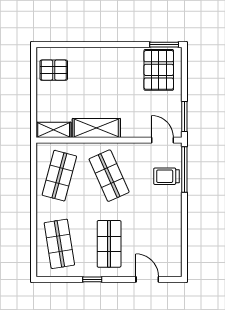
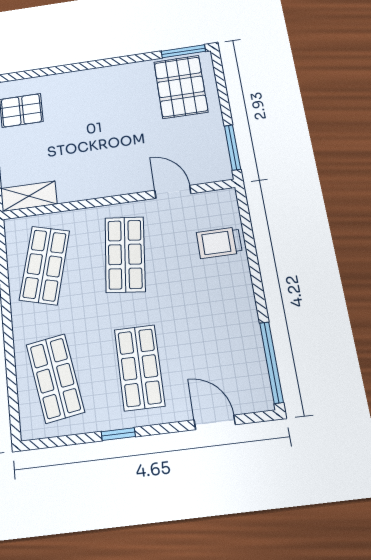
shelving: (96, 128) -> (96, 184), removed
door: (162, 140) -> (173, 192), moved
window: (184, 170) -> (271, 362), moved
shop shelf: (109, 176) -> (125, 254), turned 30

